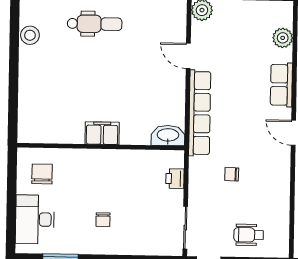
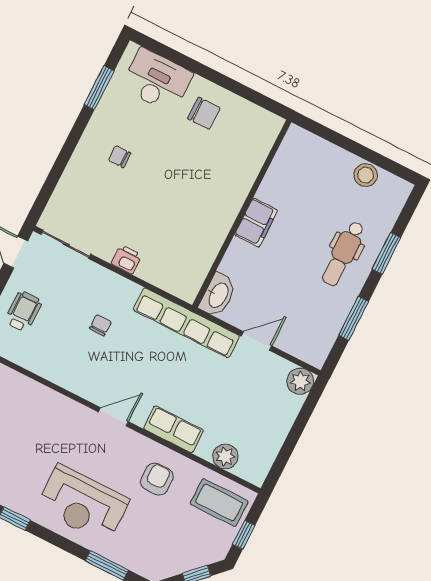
filing cabinet: (102, 133) -> (256, 223), moved
washbasin: (168, 135) -> (218, 295), moved
wall: (101, 147) -> (242, 214), moved

